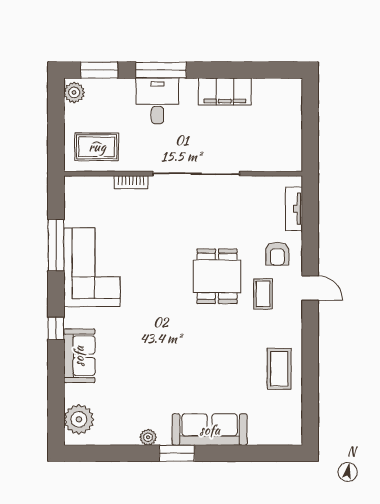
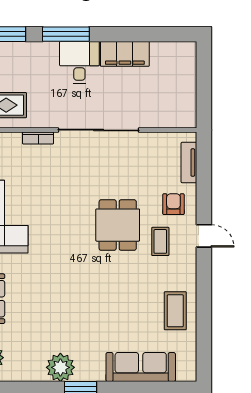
desk: (157, 101) -> (79, 63), moved
armchair: (277, 254) -> (173, 204), turned 180
sofa: (210, 430) -> (141, 367), moved
plant: (148, 437) -> (60, 367), width x1.87, depth x1.87

